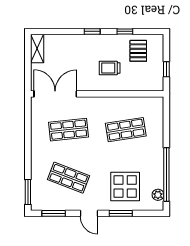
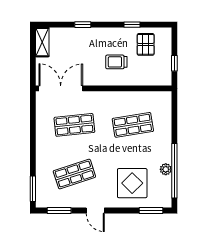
window: (92, 31) -> (83, 25), moved
shop shelf: (69, 178) -> (74, 174), turned -39
plant: (158, 195) -> (166, 169), moved
window: (121, 213) -> (151, 211), moved

